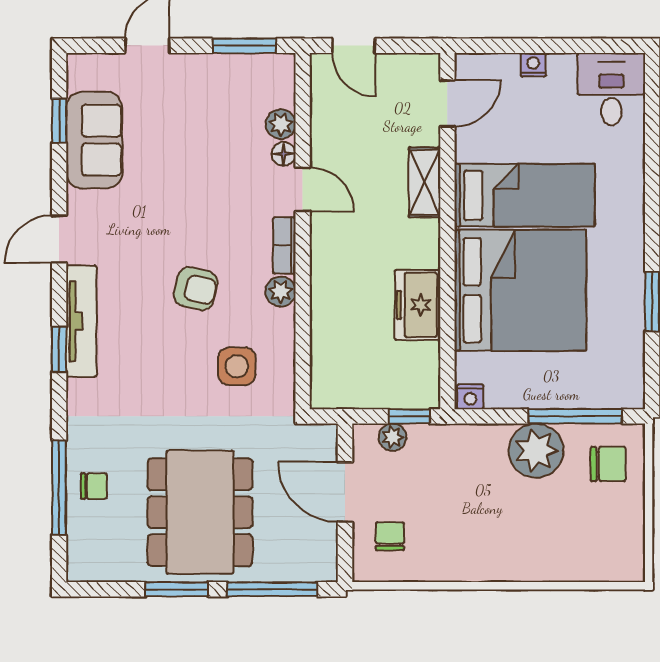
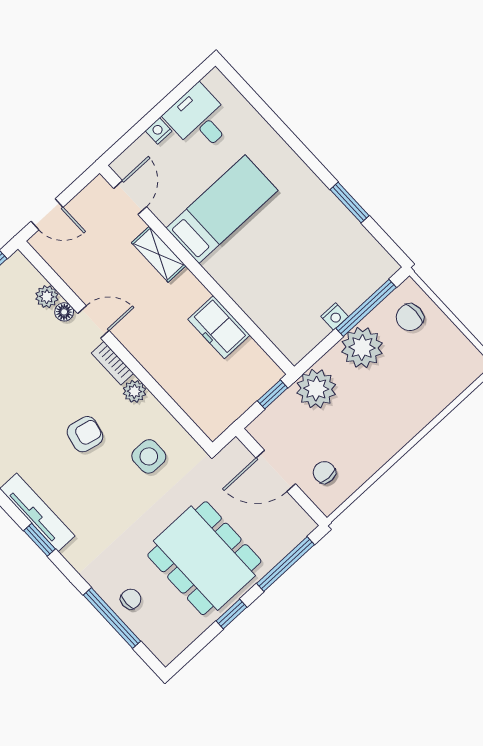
desk: (611, 89) -> (199, 119), moved
bed: (520, 290) -> (269, 265), removed
nightstand: (470, 397) -> (335, 316), moved
plant: (393, 437) -> (316, 389), moved, width x1.88, depth x1.88
chair: (608, 464) -> (410, 317), turned 180
window: (177, 589) -> (231, 614), width x0.67

